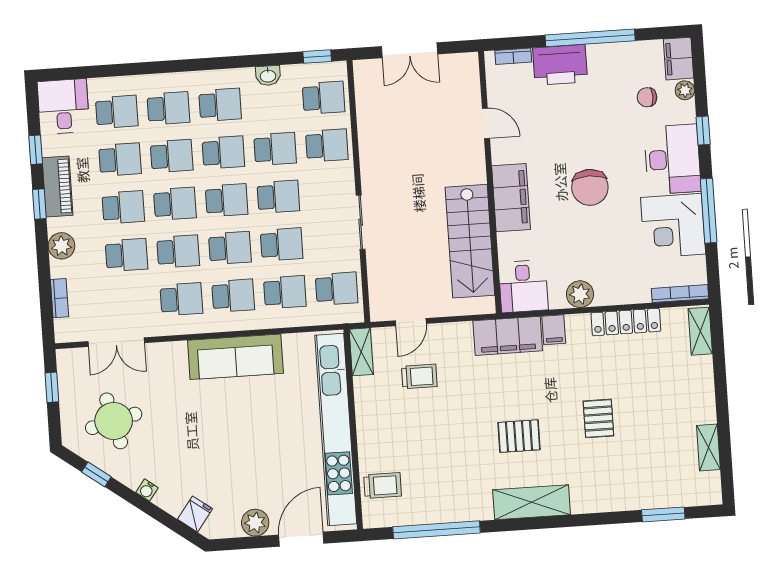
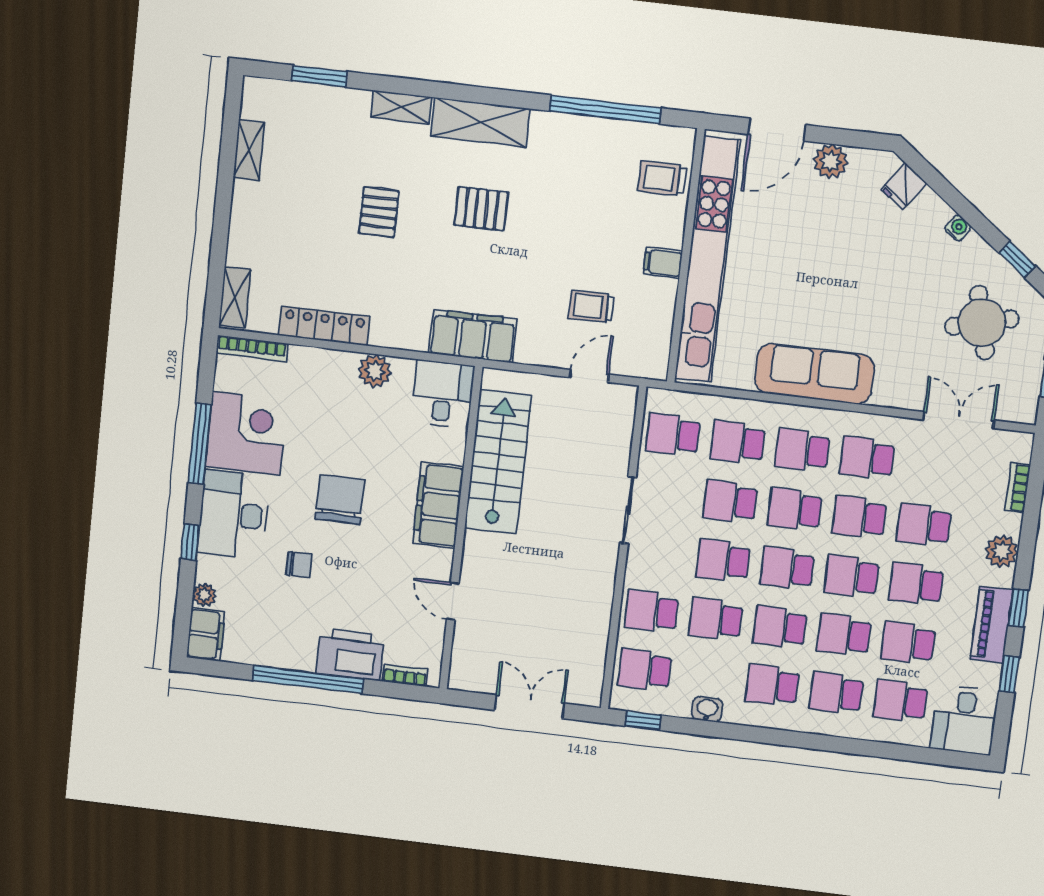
chair: (647, 97) -> (299, 565), moved
filing cabinet: (554, 330) -> (663, 263), moved, turned -90
shelving: (361, 352) -> (401, 107), moved, turned 90

